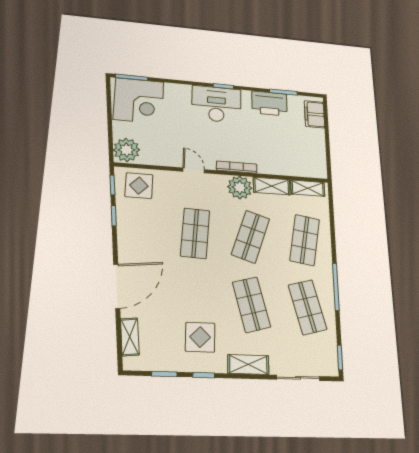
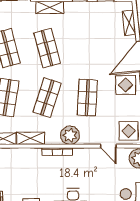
door: (194, 170) -> (108, 146), moved
plant: (240, 187) -> (70, 135), moved
display table: (200, 337) -> (126, 85), moved

